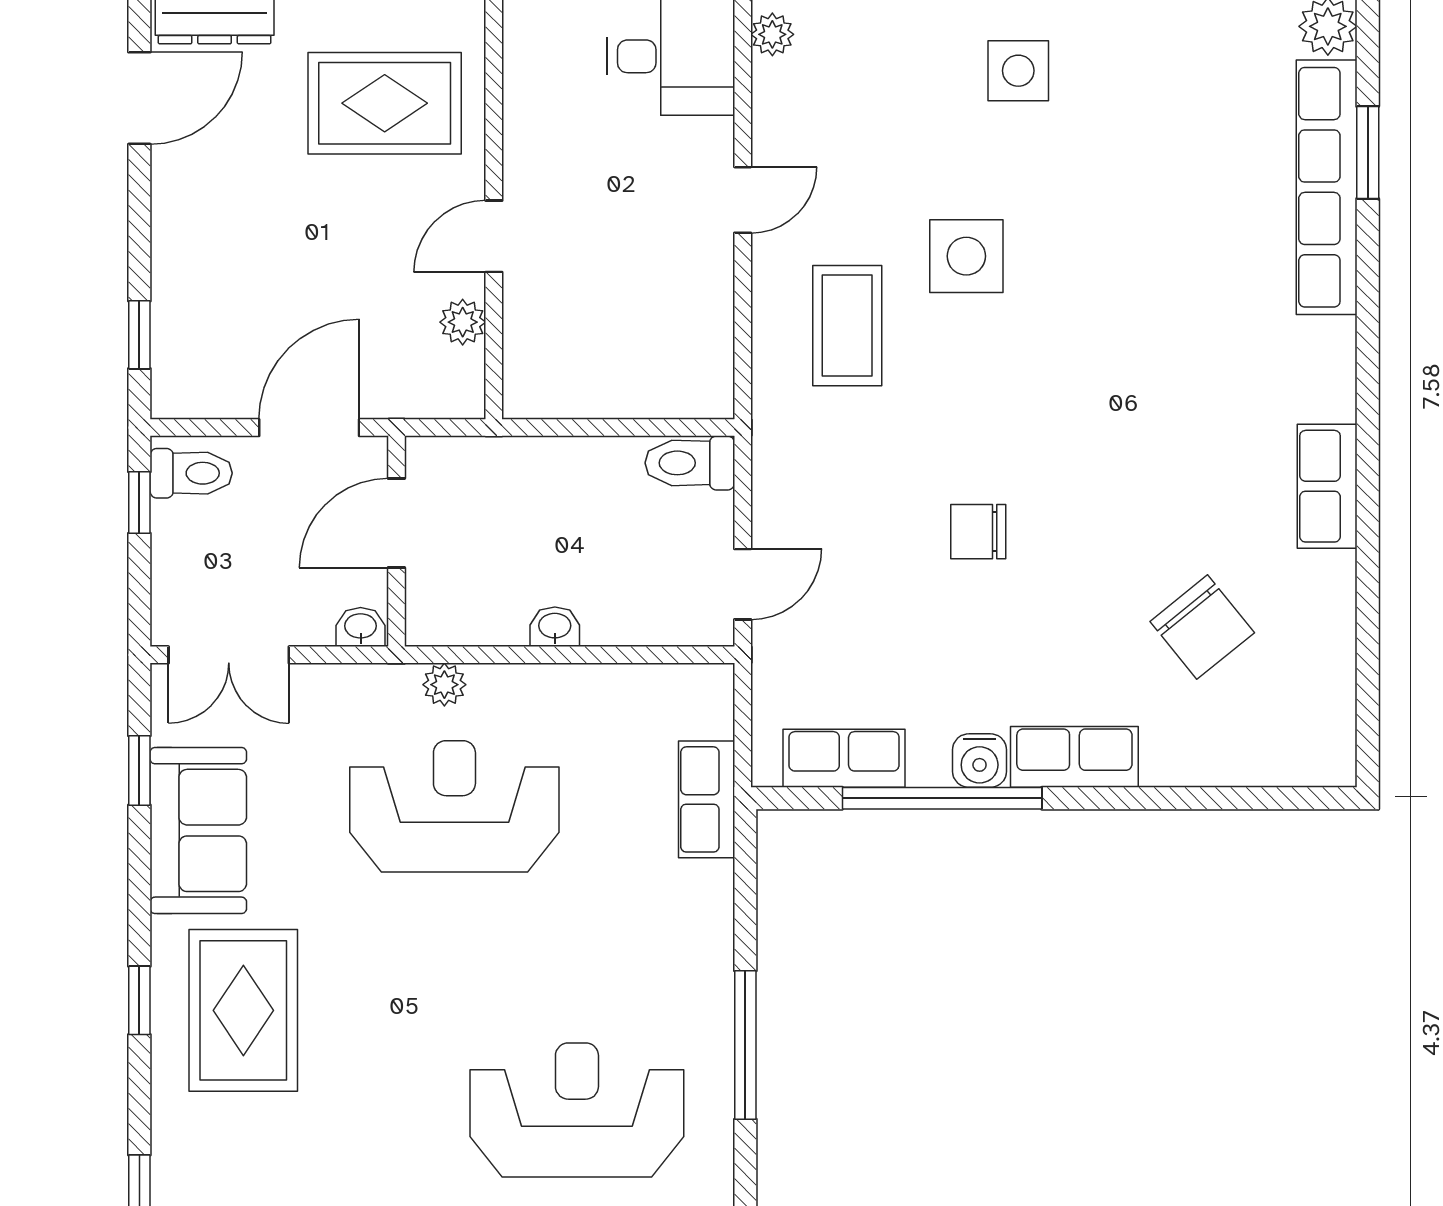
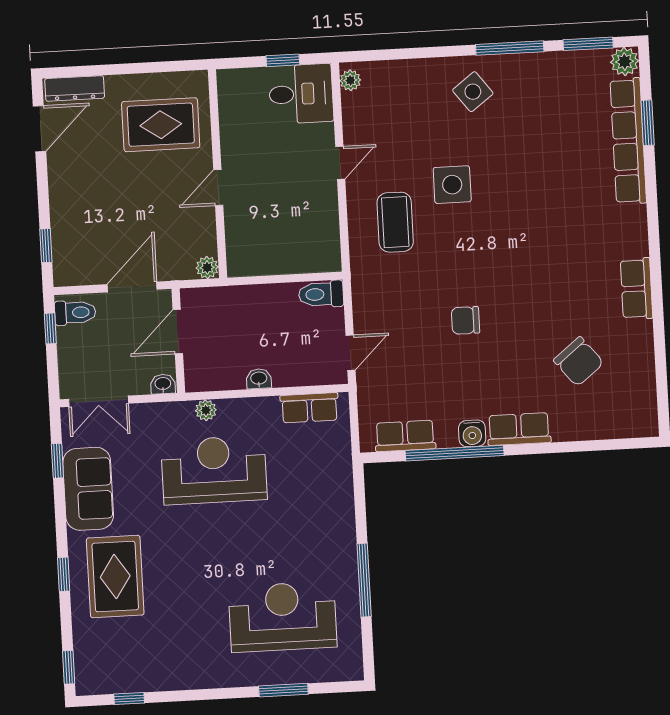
side table: (1018, 71) -> (473, 92), turned -37
plant: (463, 322) -> (207, 267), moved
row of seats: (707, 799) -> (309, 408), moved, turned -90

